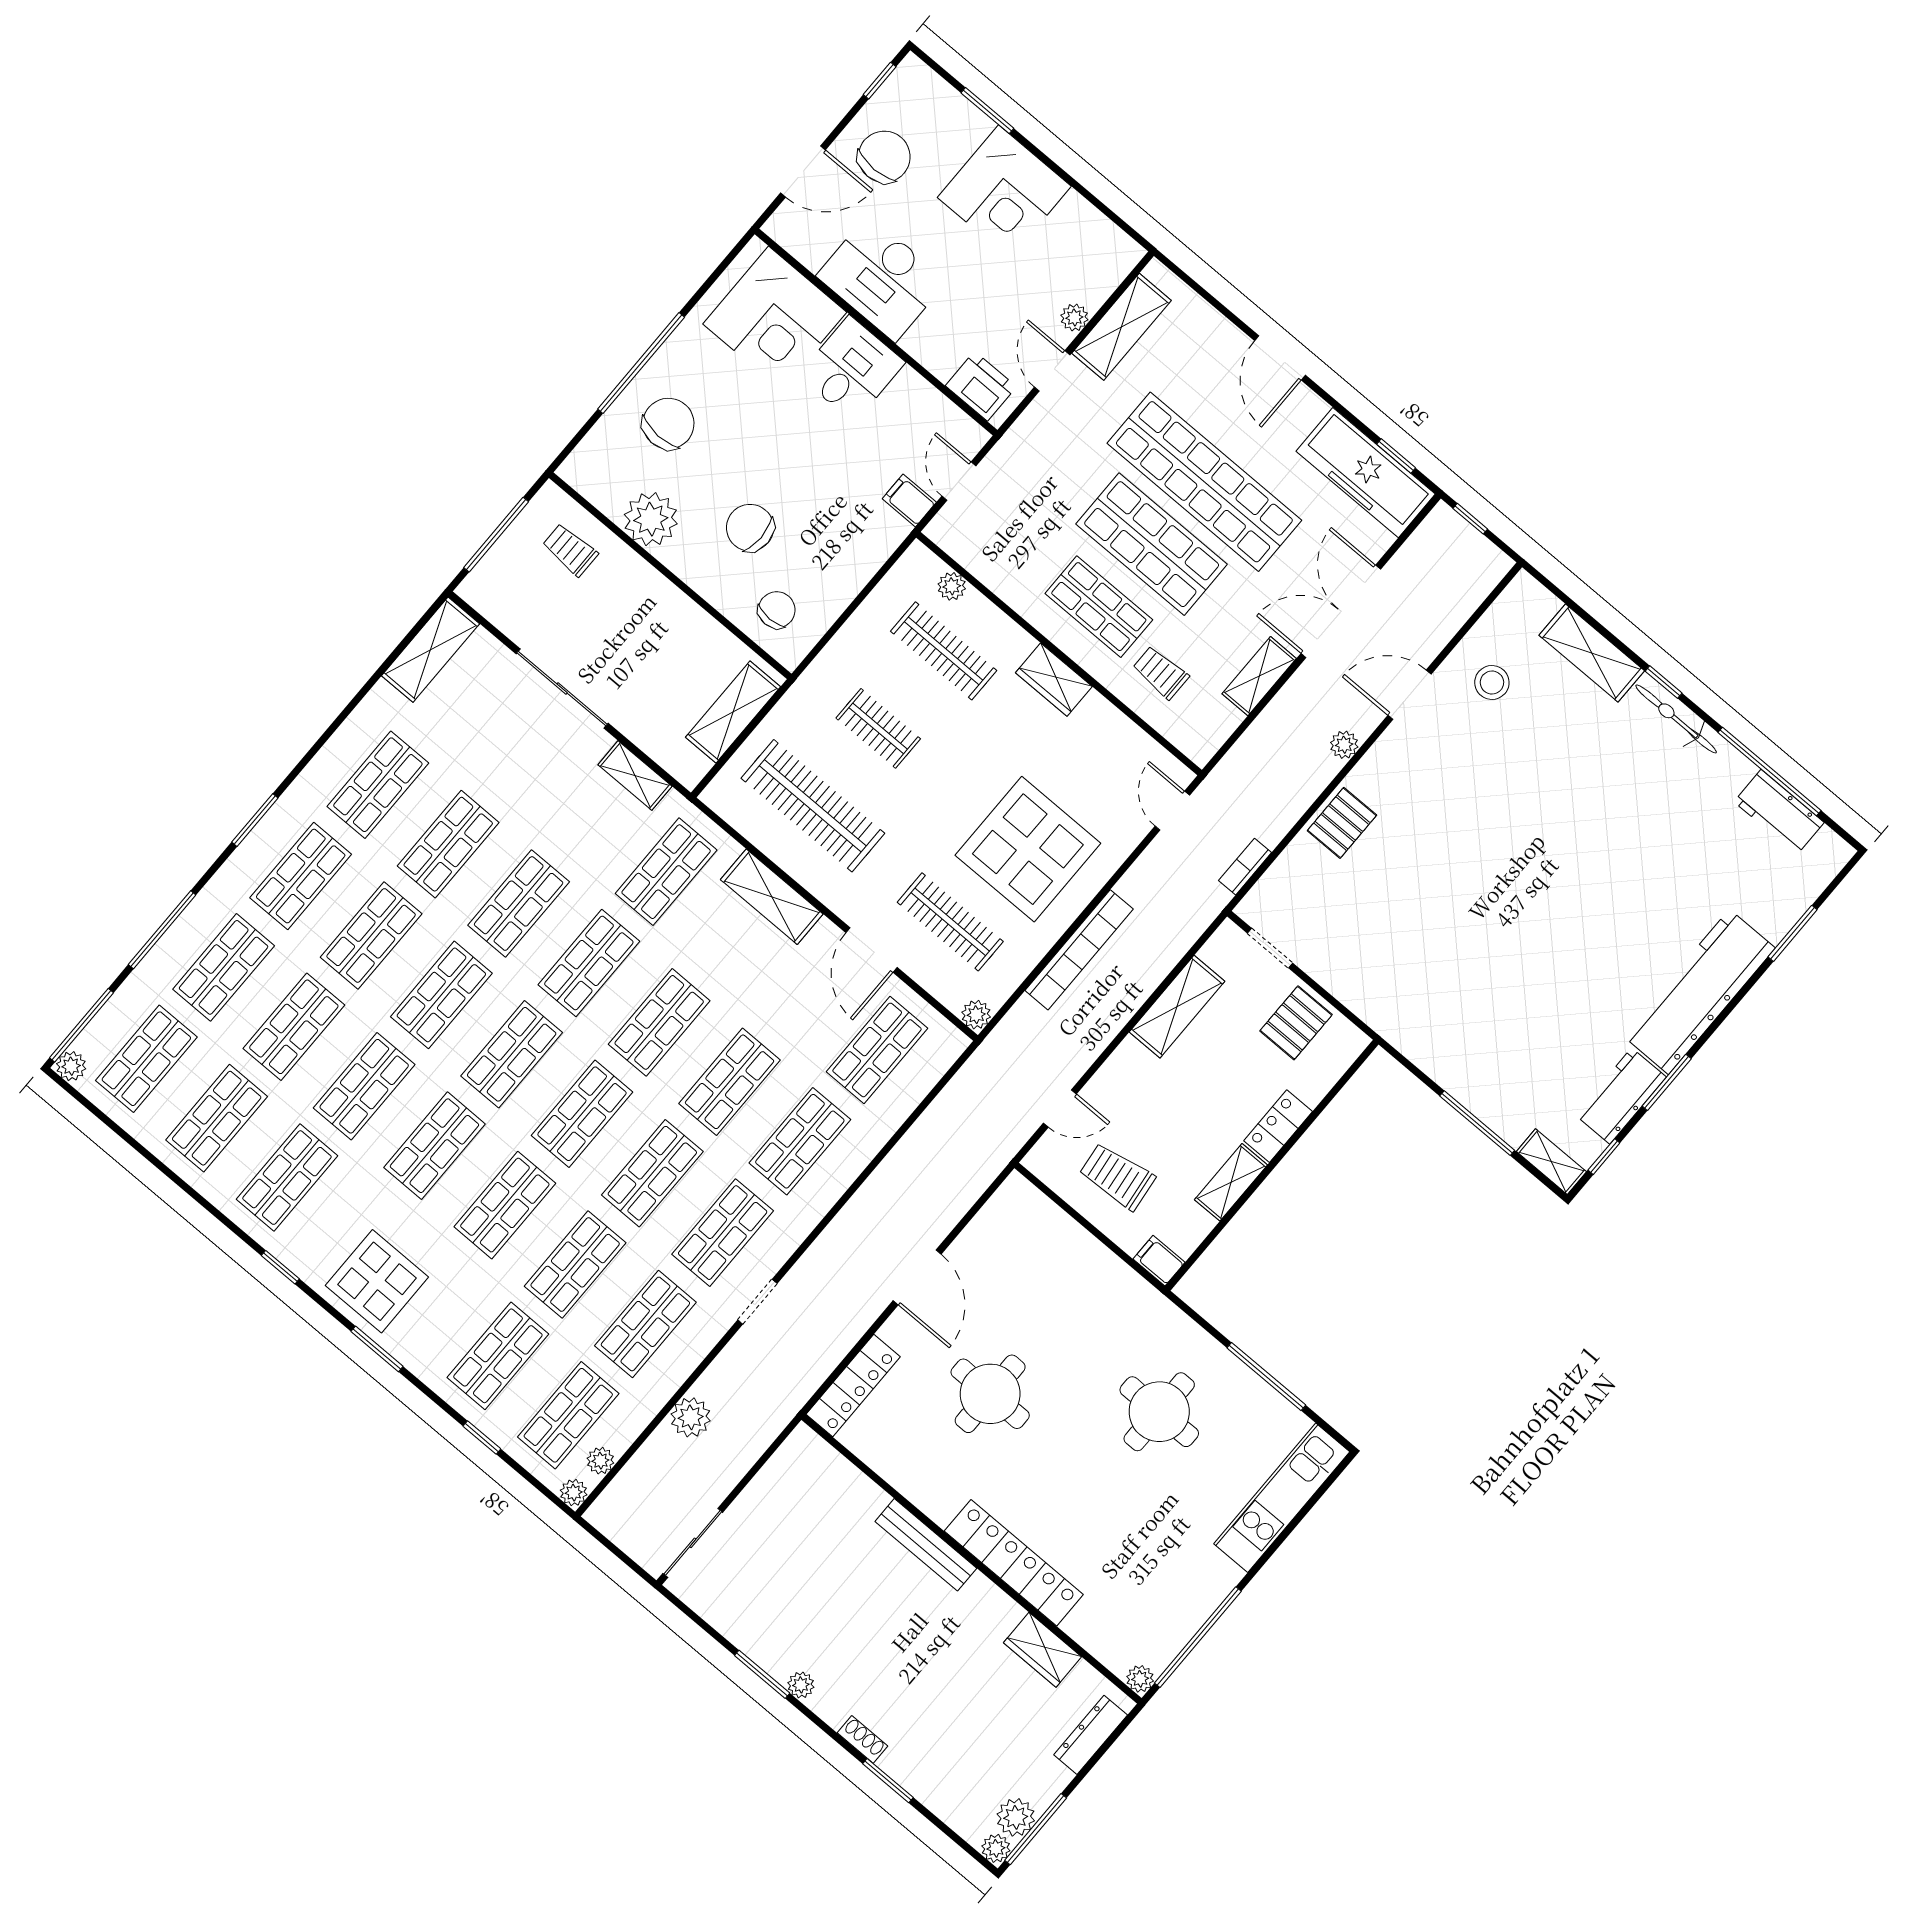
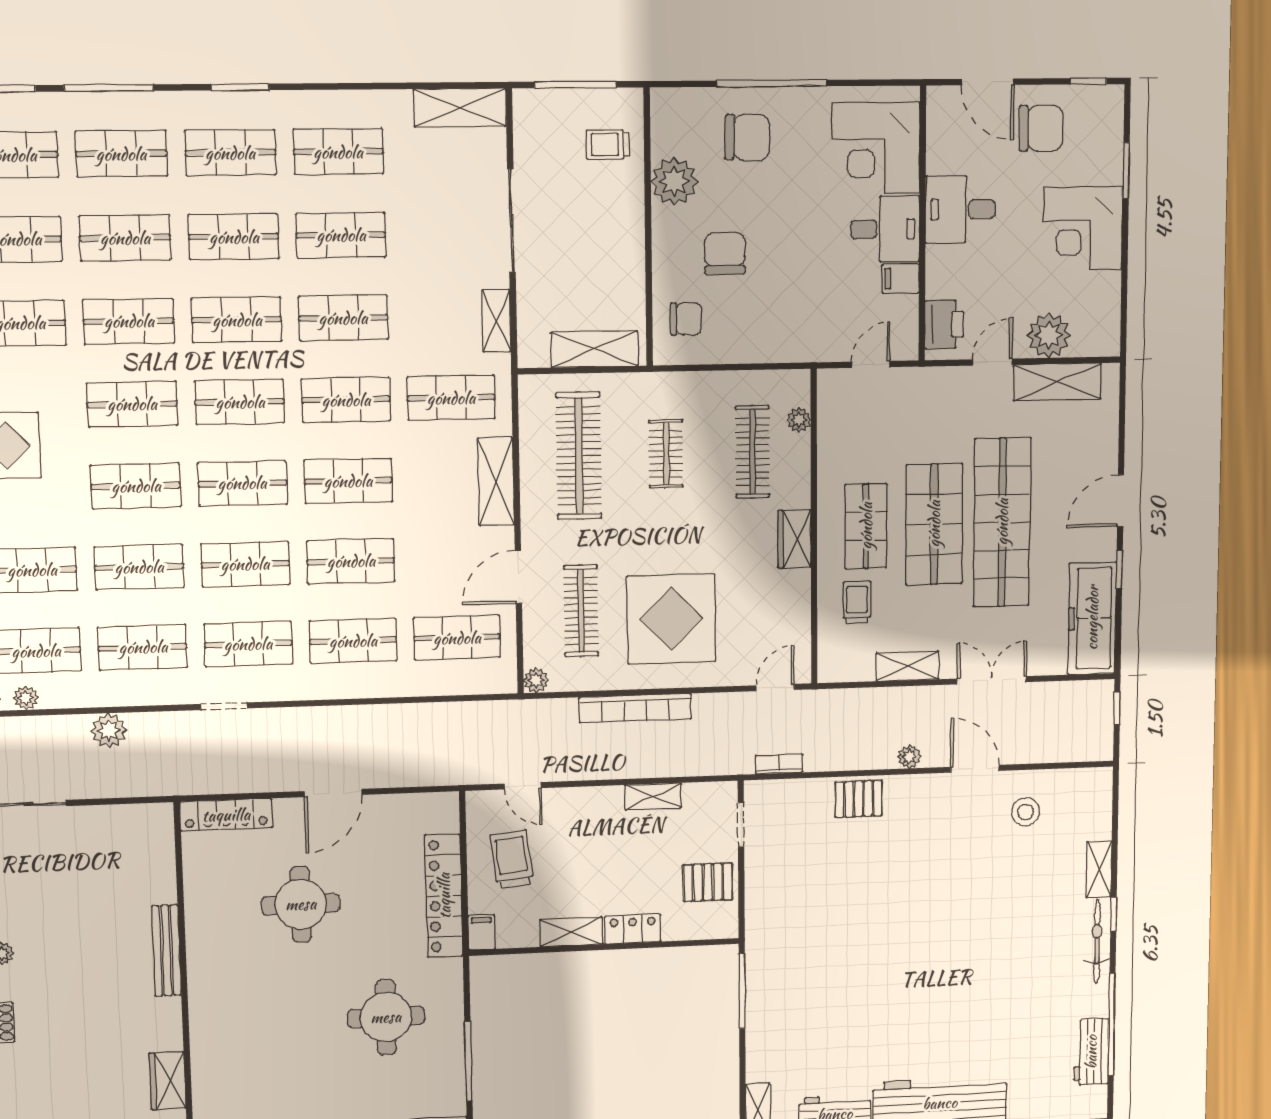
desk: (882, 278) -> (960, 209), width x0.73
plant: (1074, 318) -> (1049, 335), width x1.88, depth x1.88
window: (1396, 456) -> (1119, 570), moved
filing cabinet: (909, 500) -> (901, 279), moved, turned -90
trolley: (570, 550) -> (608, 145), turned -90
double door: (1341, 611) -> (992, 680), width x0.73
shelving: (1592, 653) -> (1099, 869), width x0.67, depth x0.75
shelving: (1177, 1007) -> (653, 796), width x0.67, depth x0.75
window: (1477, 1123) -> (742, 991), moved
locker: (1014, 1563) -> (444, 896), moved, turned 180

